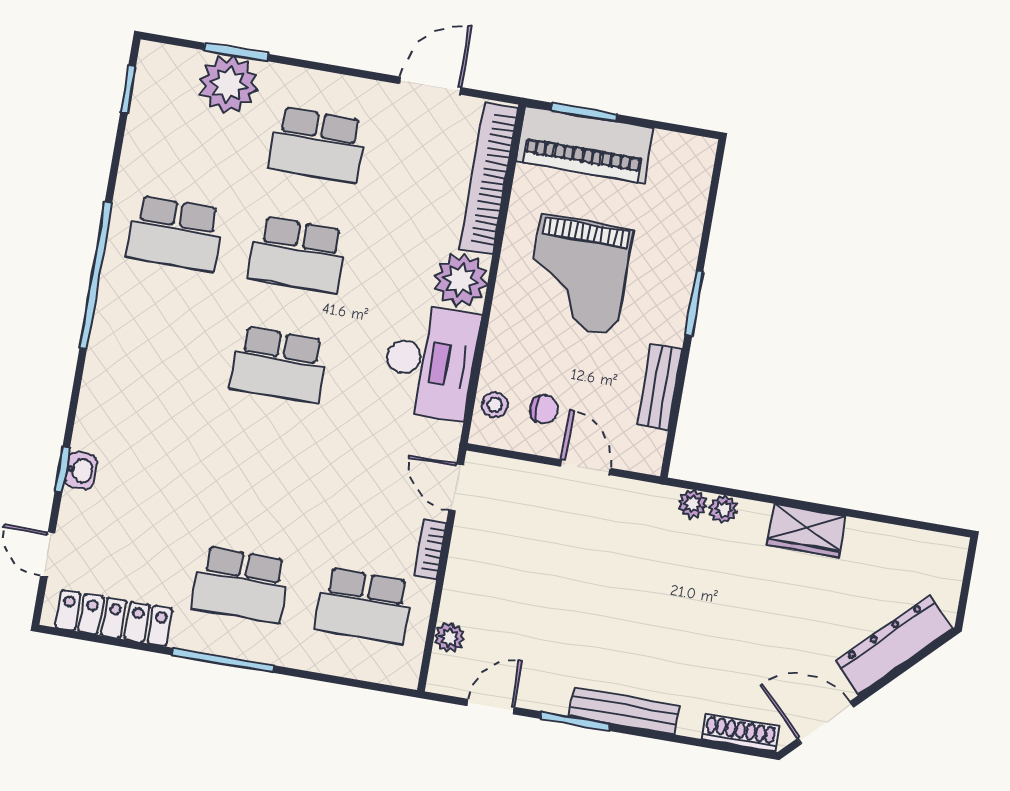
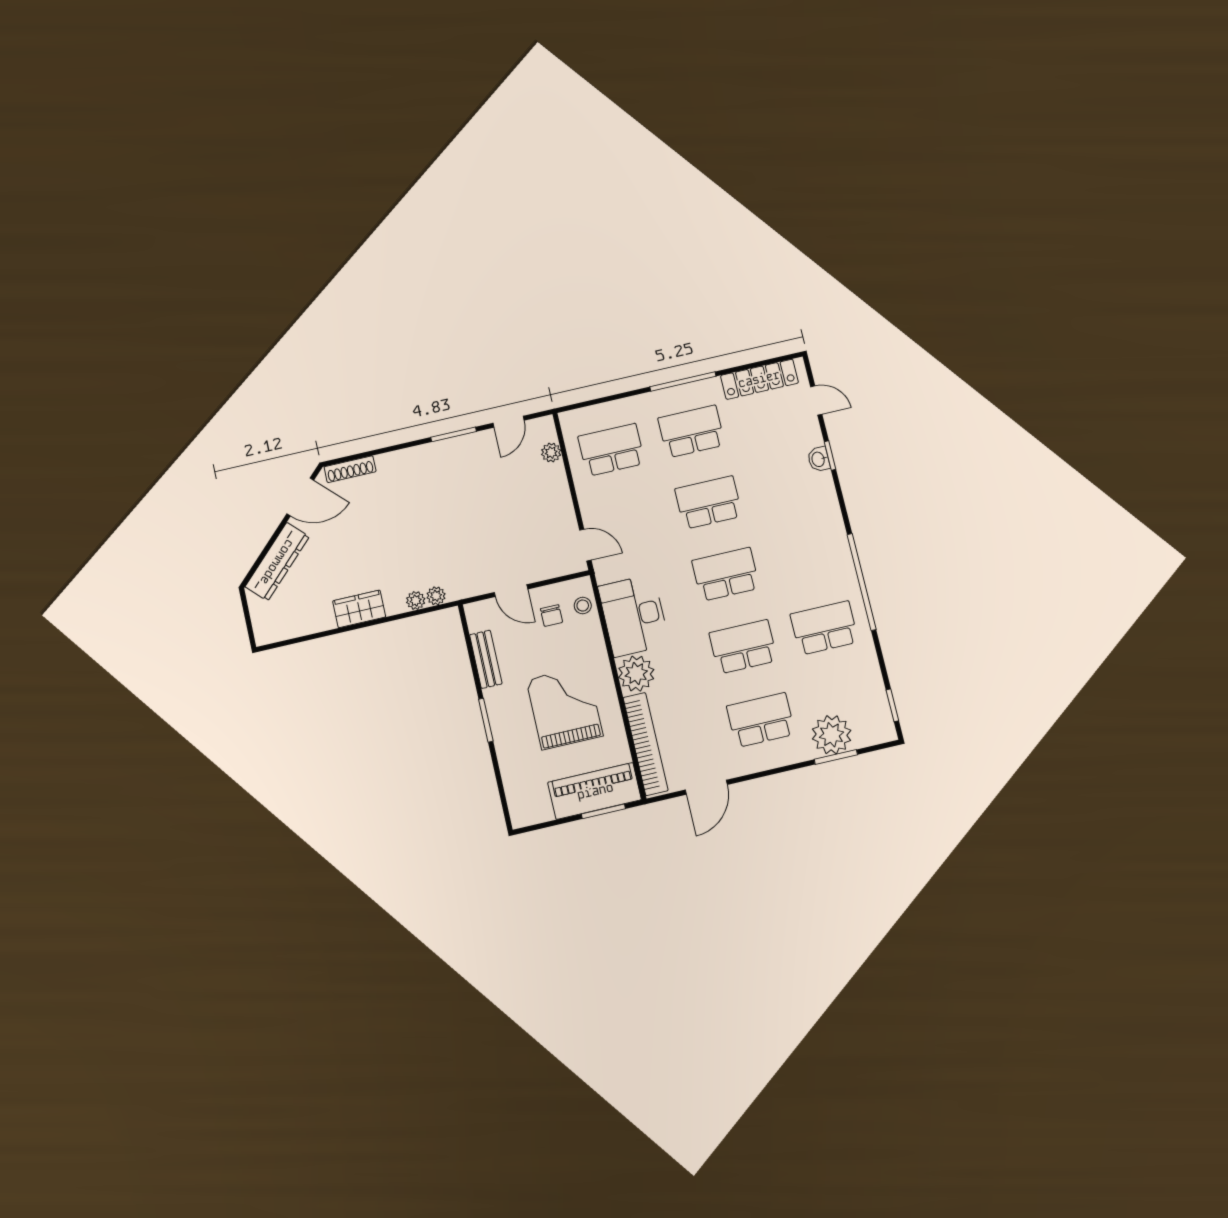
chair: (544, 409) -> (551, 616), turned -90
school desk: (260, 475) -> (708, 503), added
bookcase: (430, 549) -> (585, 501), removed
bench: (624, 711) -> (426, 453), removed

